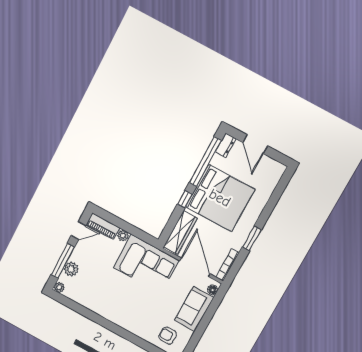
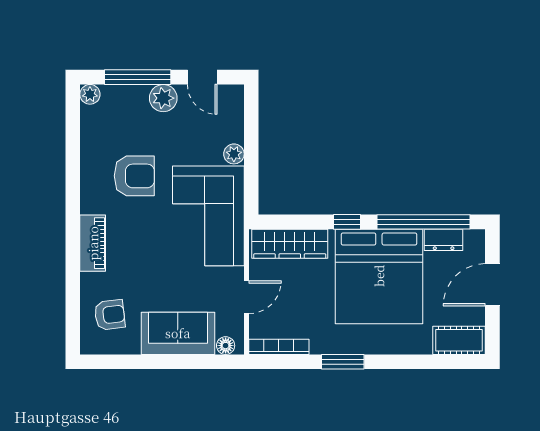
dresser: (226, 145) -> (444, 240), moved
cot: (273, 176) -> (459, 340), added
piano: (103, 226) -> (93, 243), moved, turned 180
door: (195, 267) -> (246, 297), width x0.53
plant: (71, 269) -> (163, 98), moved
armchair: (108, 288) -> (134, 176), added
armchair: (168, 336) -> (110, 315), turned 83

